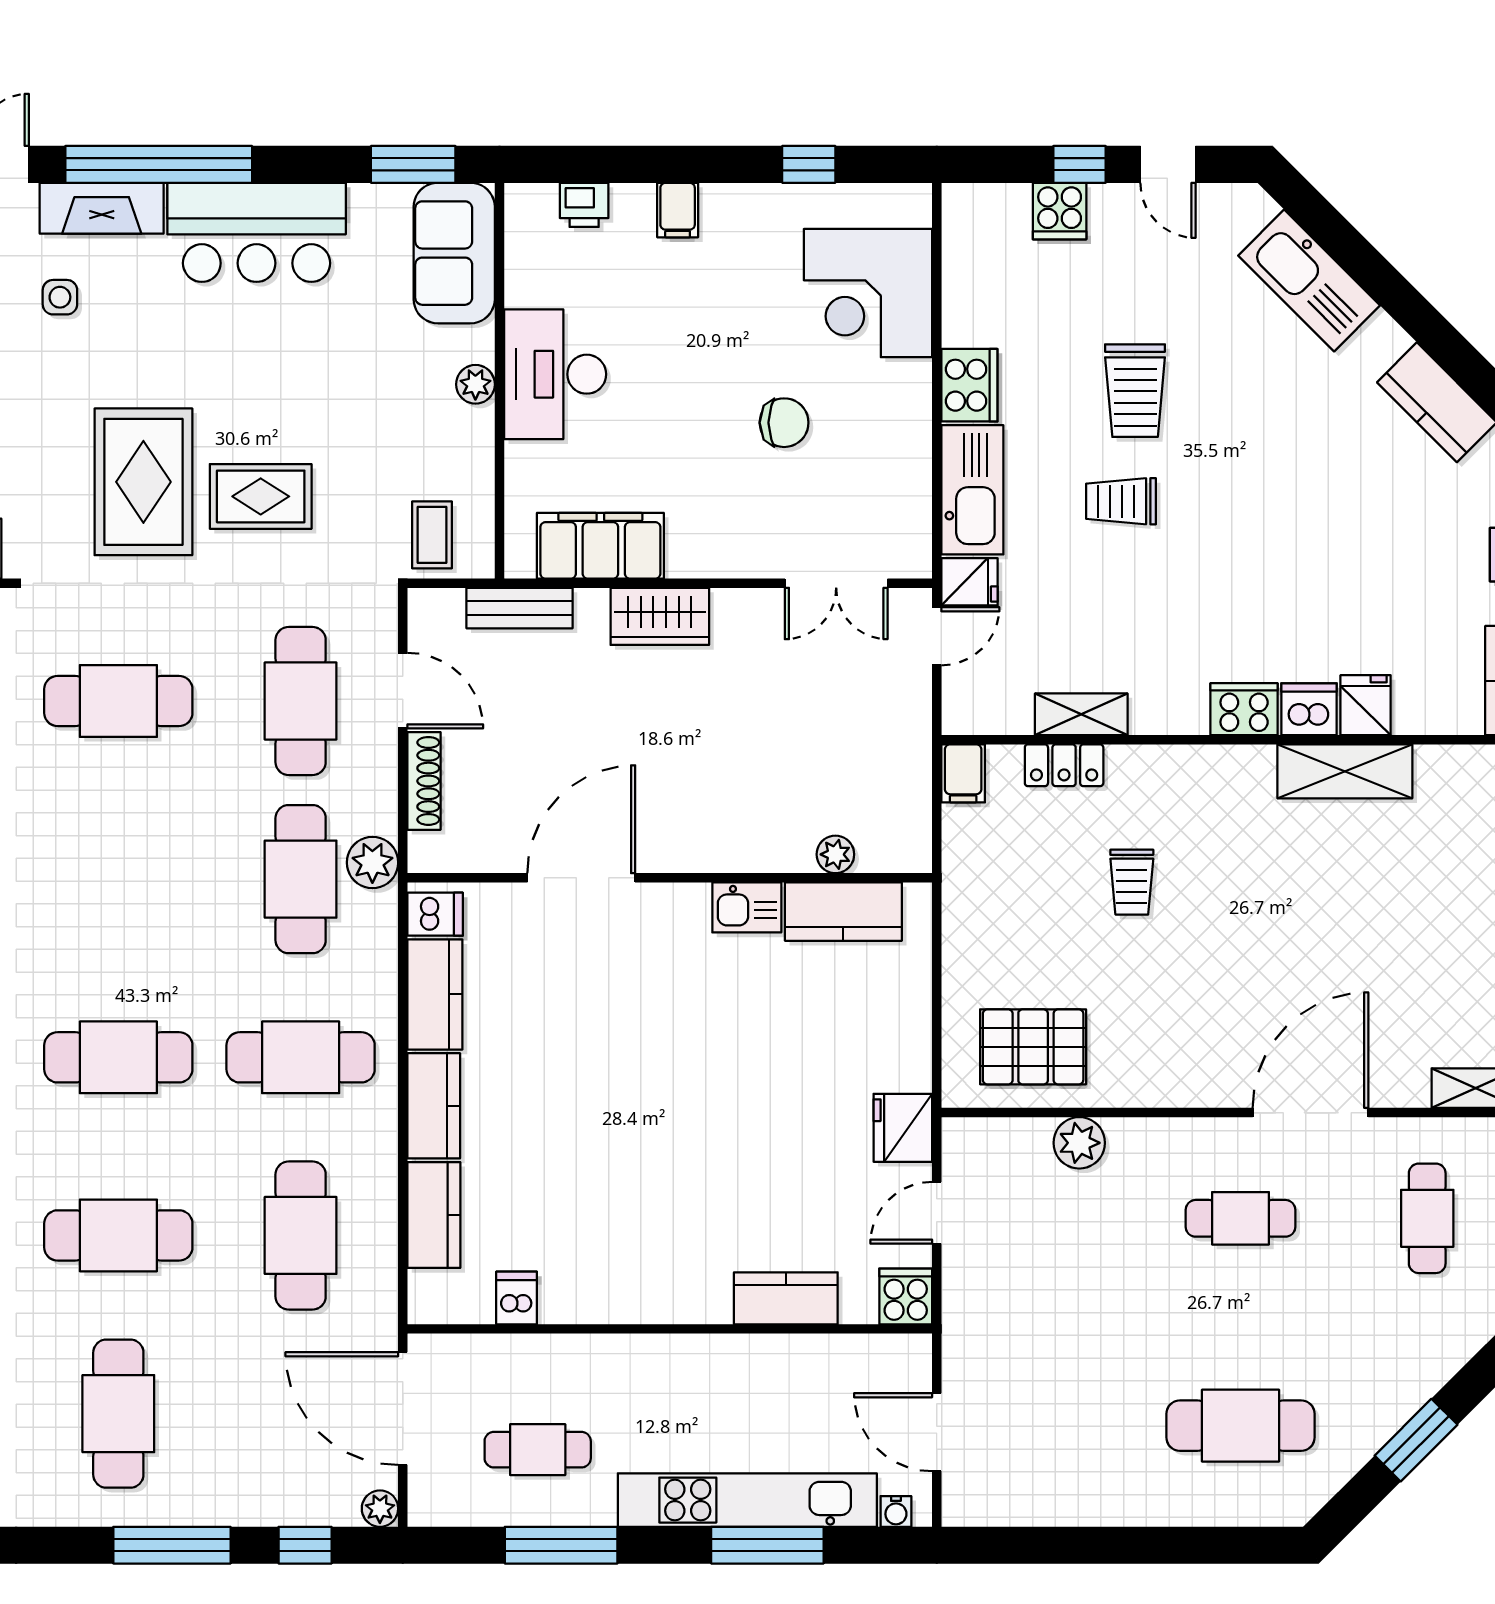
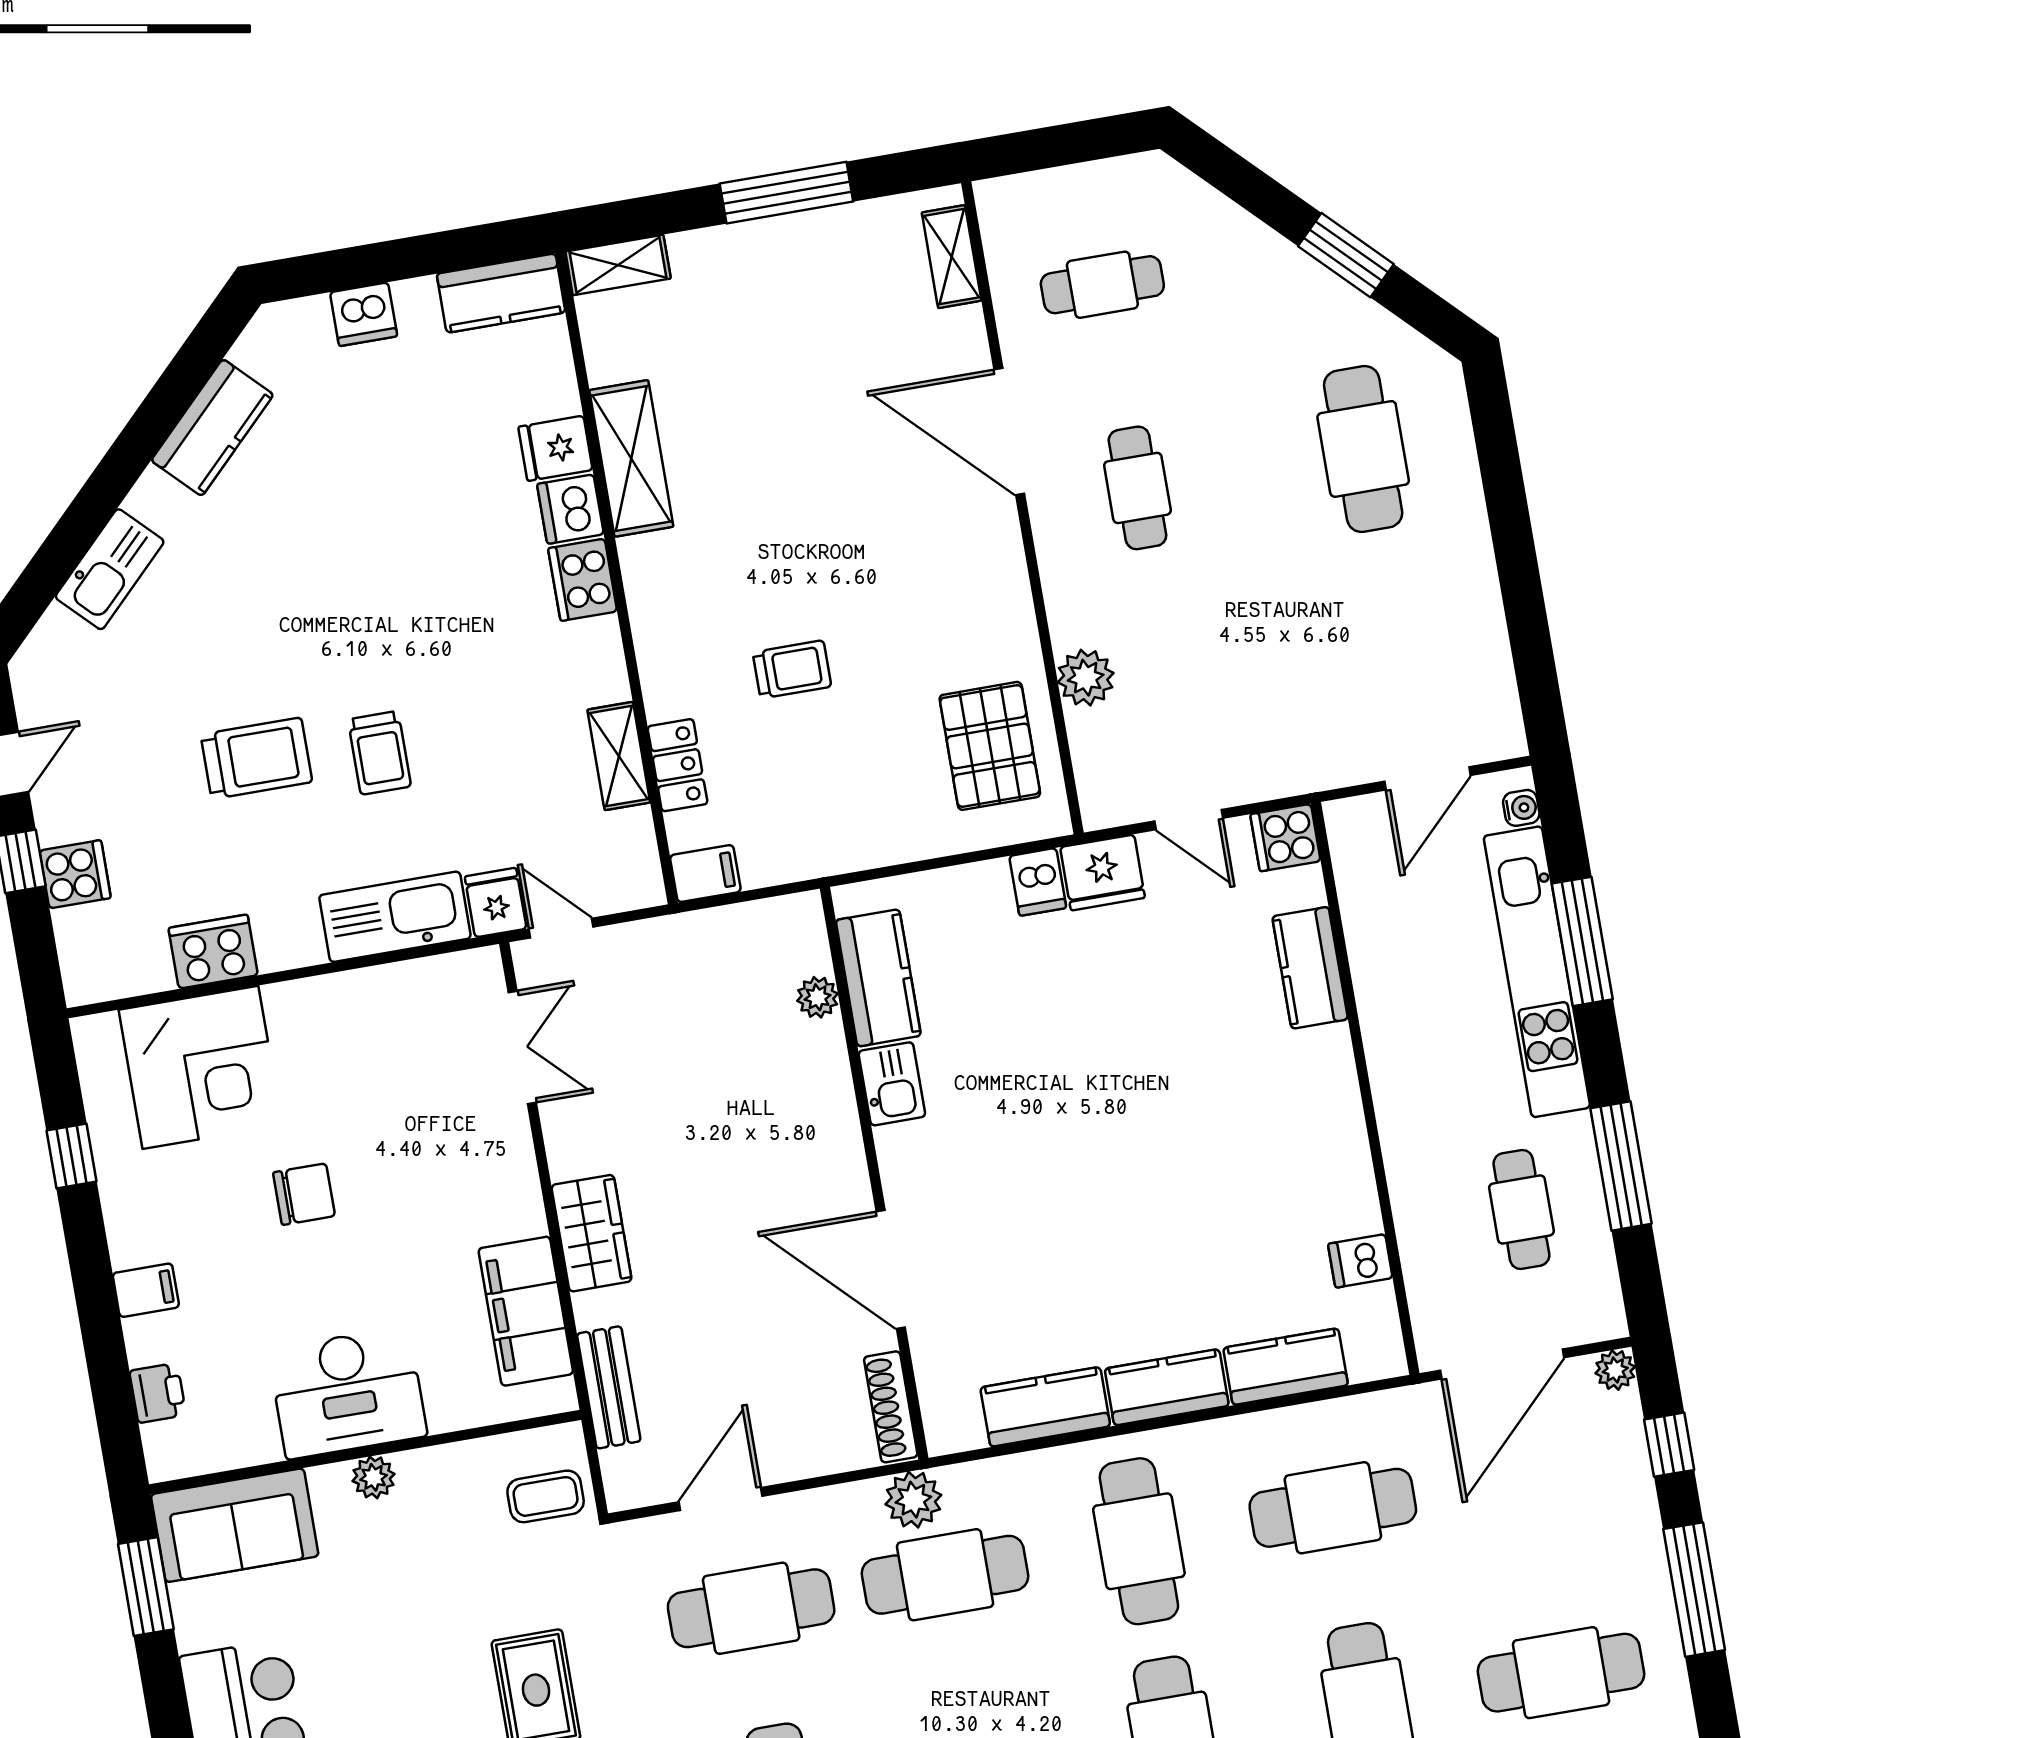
kitchen sink: (1309, 281) -> (110, 569), width x0.73, depth x0.81
cooker: (969, 385) -> (213, 951), moved
chair: (784, 423) -> (304, 1194), moved, turned 90
shoe rack: (424, 781) -> (891, 1407), moved, turned -90
dishwasher: (435, 914) -> (1038, 882), moved, turned 180

